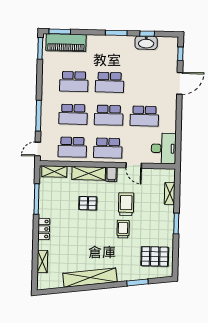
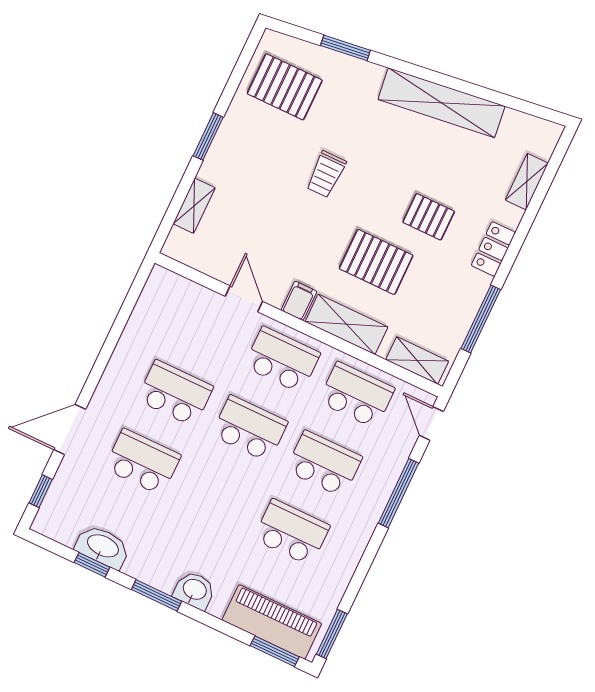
washbasin: (102, 42) -> (194, 590), added
school desk: (110, 82) -> (143, 462), moved
desk: (164, 148) -> (165, 307), removed
door: (38, 149) -> (431, 423), swing flipped
pallet: (88, 203) -> (376, 262), width x1.50, depth x1.42
trolley: (126, 204) -> (296, 224), removed
pallet: (75, 230) -> (429, 217), added

